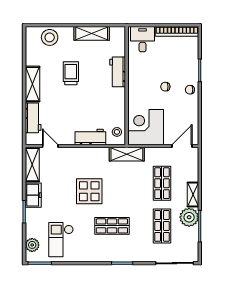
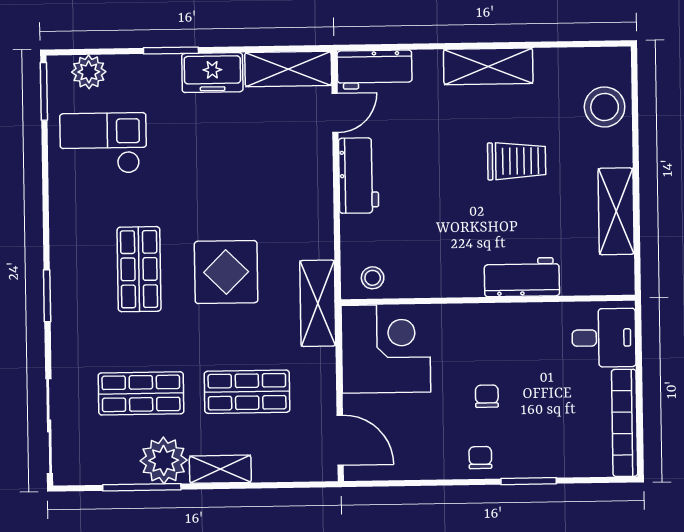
workbench: (33, 118) -> (375, 70), moved
workbench: (90, 137) -> (359, 176), moved
display table: (89, 191) -> (226, 272), moved

